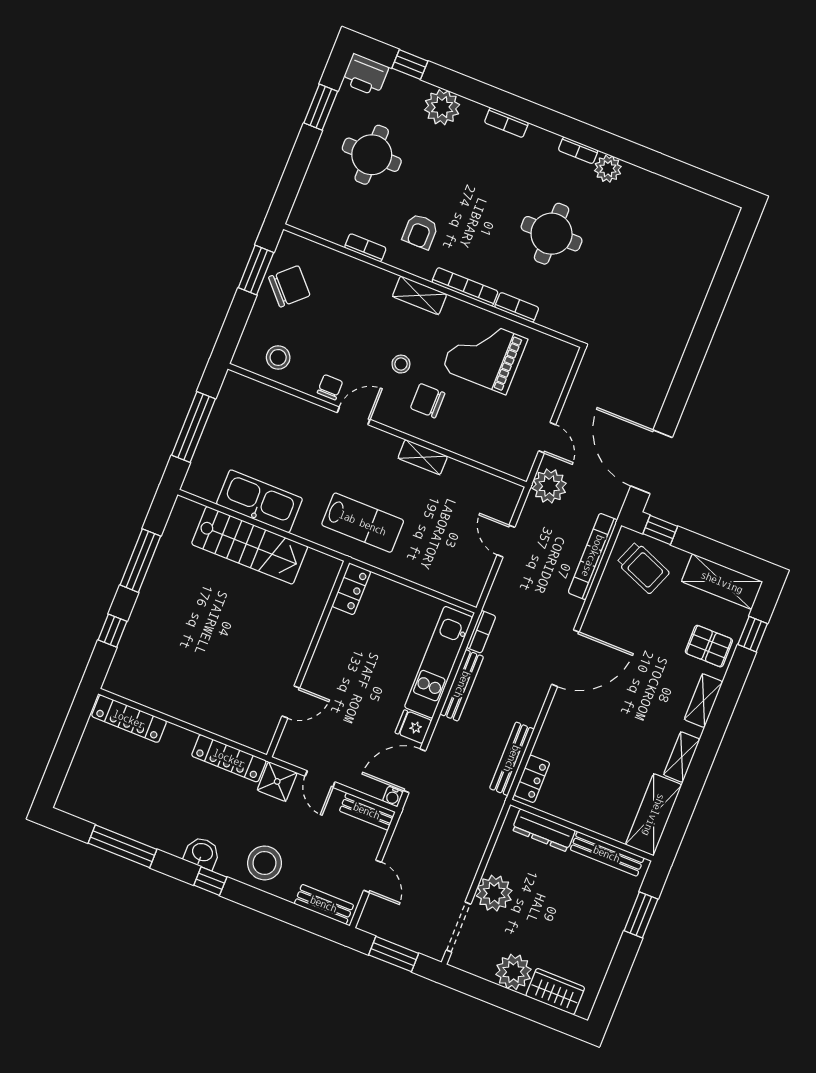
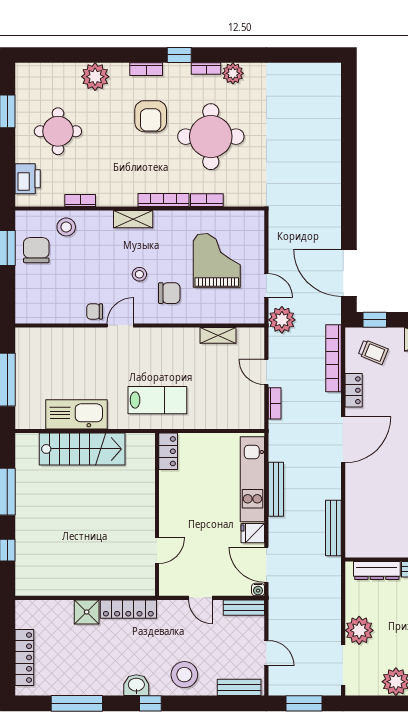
window: (410, 65) -> (179, 55), moved
printer: (365, 75) -> (28, 179), moved, turned -90
armchair: (420, 231) -> (151, 116), moved, width x1.38, depth x1.38
round table: (552, 234) -> (211, 137), width x1.36, depth x1.36
chair: (289, 286) -> (36, 250), turned -47
grand piano: (485, 354) -> (217, 260), moved, turned 90
stool: (278, 357) -> (66, 227), moved
chair: (330, 387) -> (95, 311), turned -90
chair: (428, 401) -> (169, 293), turned 180
shelving: (423, 457) -> (218, 335), moved
trolley: (643, 568) -> (373, 352), width x0.73, depth x0.72
bookcase: (481, 632) -> (275, 403), moved
locker: (129, 719) -> (24, 658), moved, turned -90
door: (415, 771) -> (266, 565), hinge flipped
locker: (532, 779) -> (354, 390), moved
shower: (277, 781) -> (87, 612), moved

